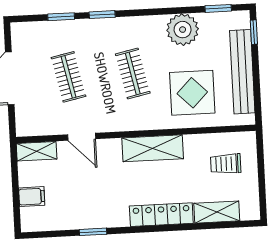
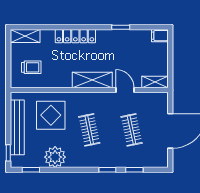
shelving: (153, 148) -> (92, 80), moved
filing cabinet: (32, 197) -> (160, 36), moved
shelving: (217, 212) -> (25, 36), moved

